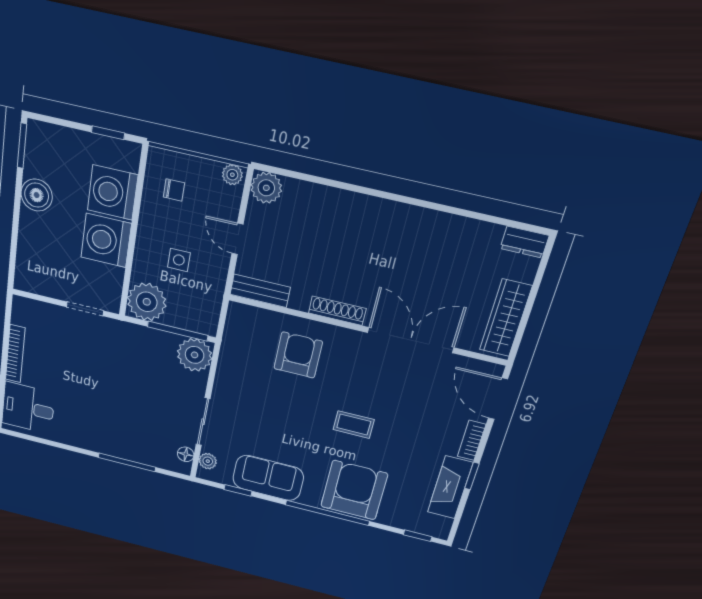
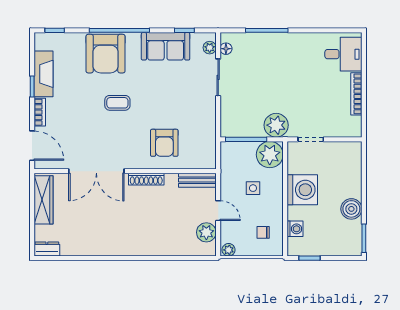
plant: (266, 188) -> (206, 232), moved
washing machine: (113, 193) -> (295, 229), width x0.53, depth x0.53
plant: (195, 355) -> (276, 125), moved

